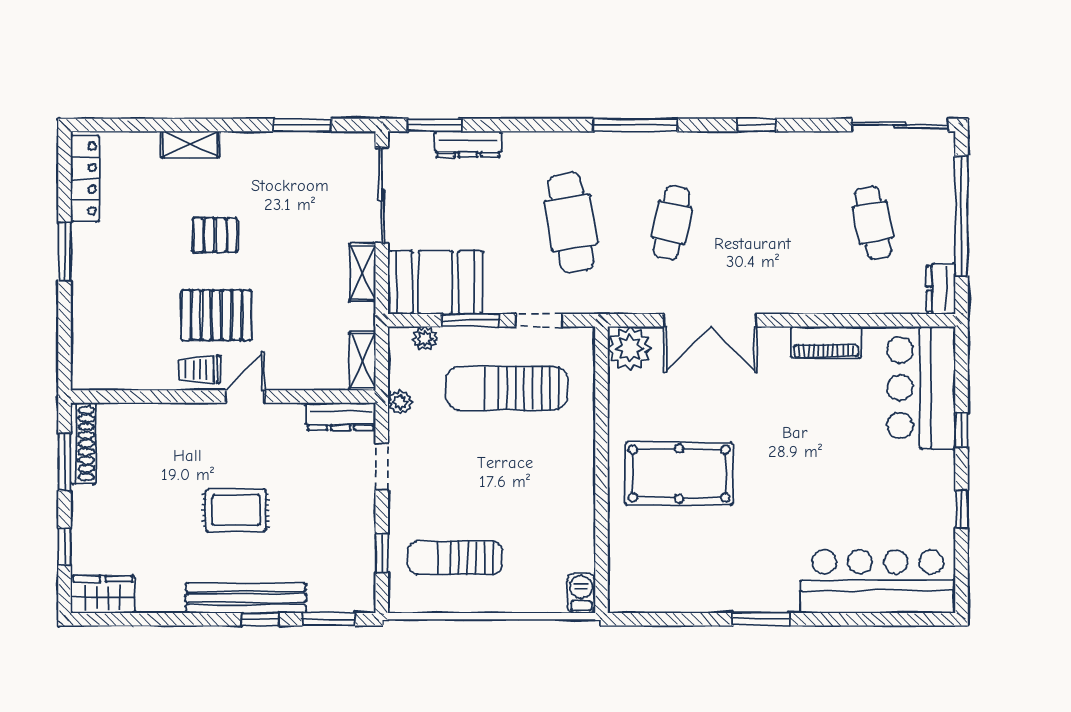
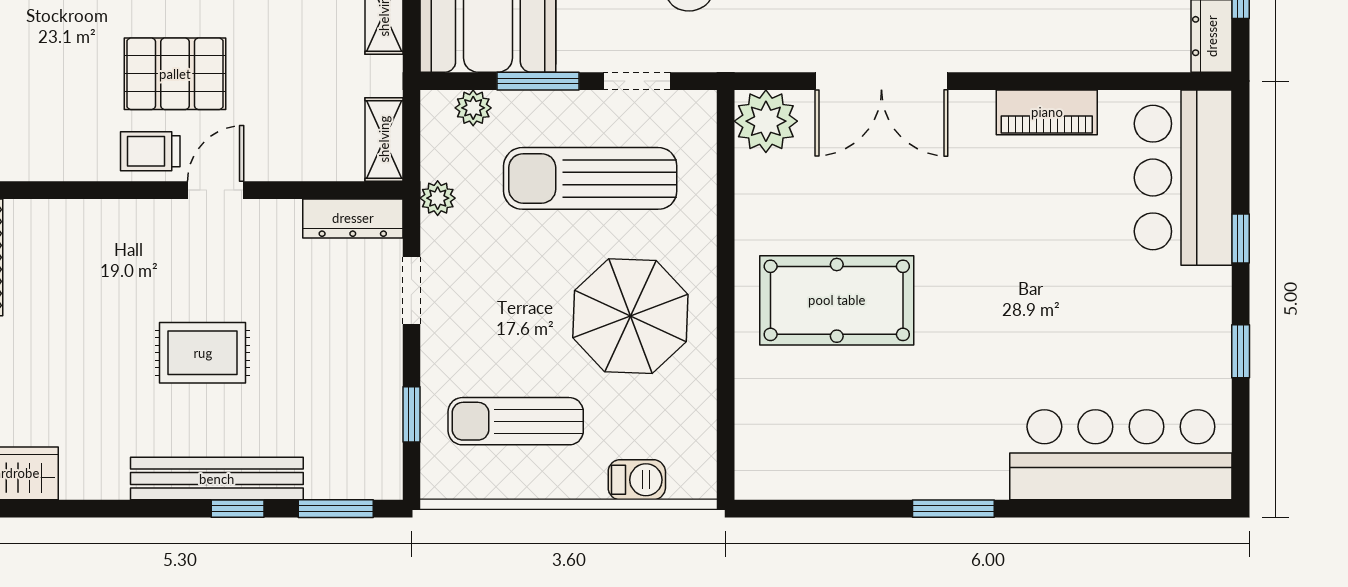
parasol: (535, 485) -> (630, 316), added
barbecue: (581, 593) -> (637, 480), moved, turned 90

